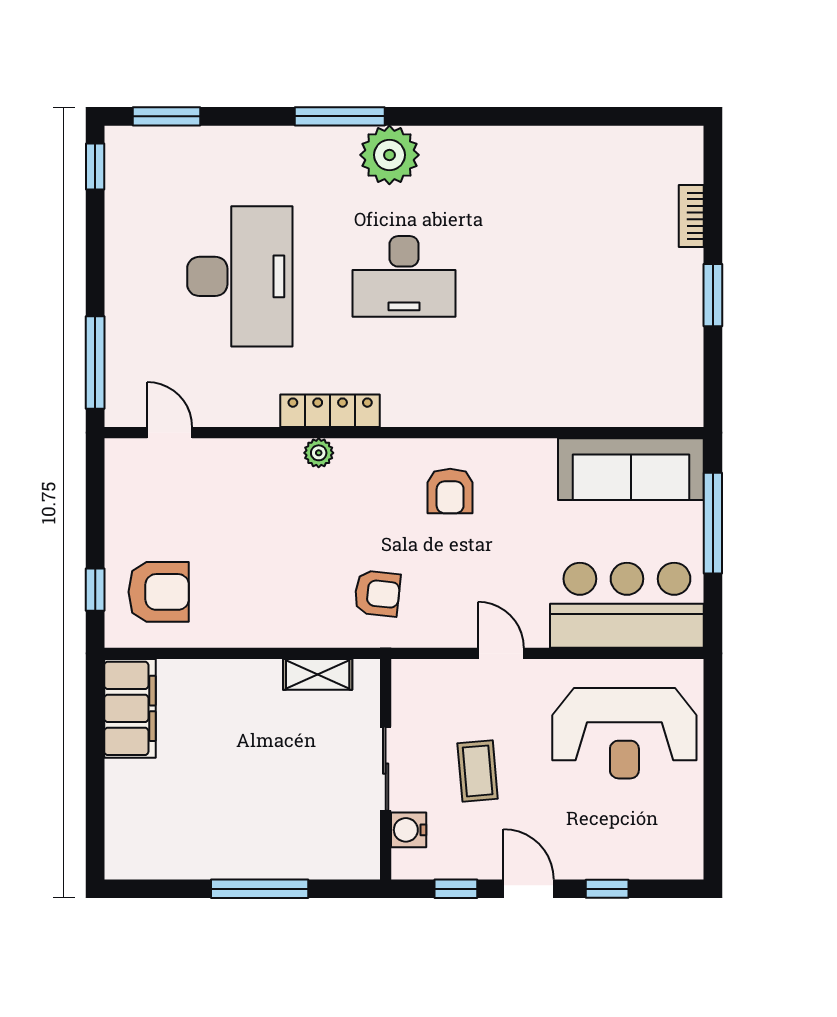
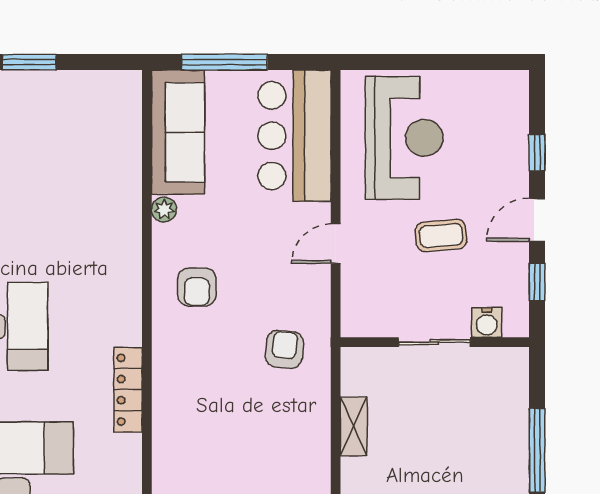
plant: (319, 453) -> (164, 209), moved
armchair: (450, 491) -> (197, 287), turned 90
shelving: (318, 674) -> (354, 426), moved
coffee table: (478, 771) -> (441, 236), moved

